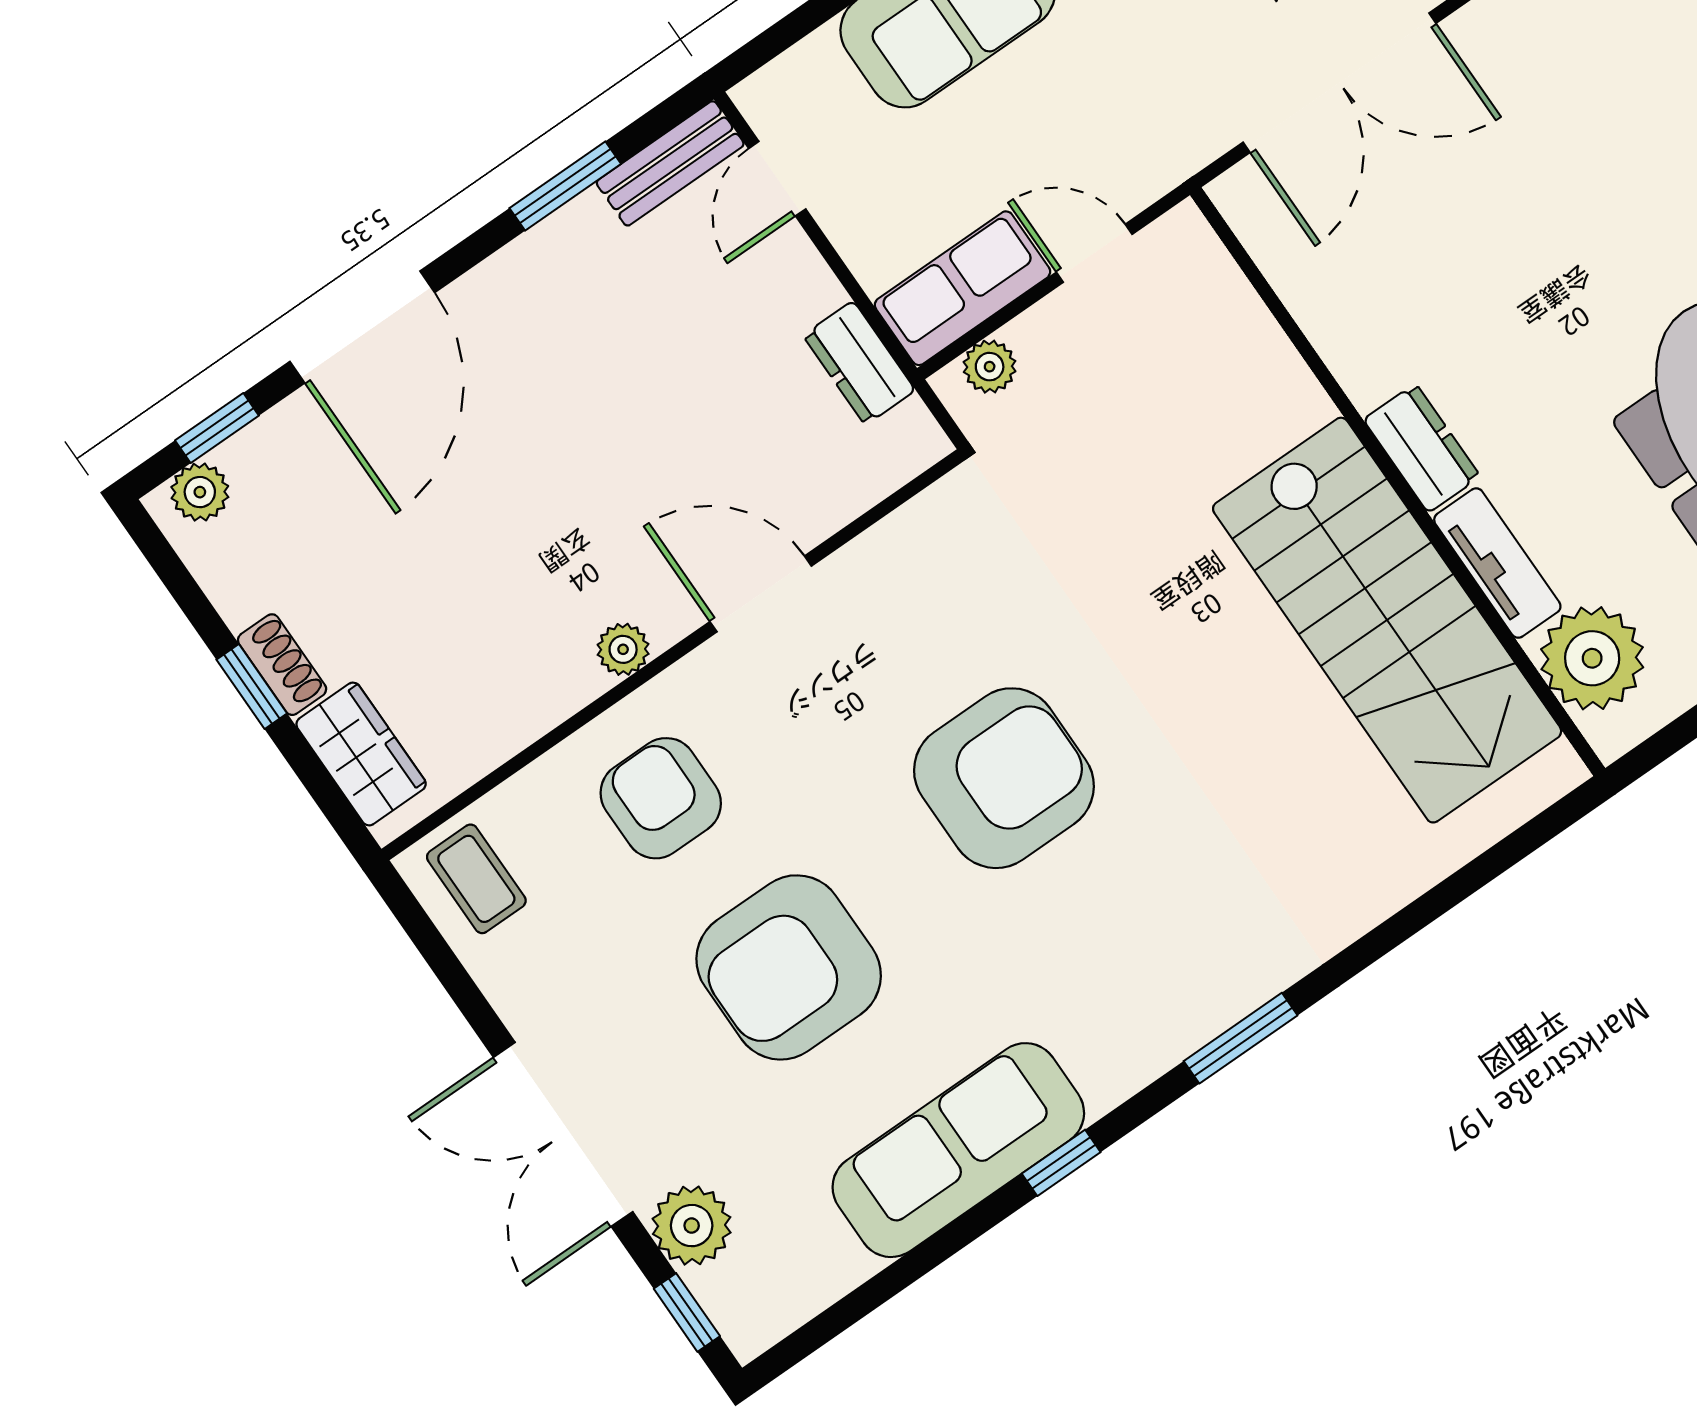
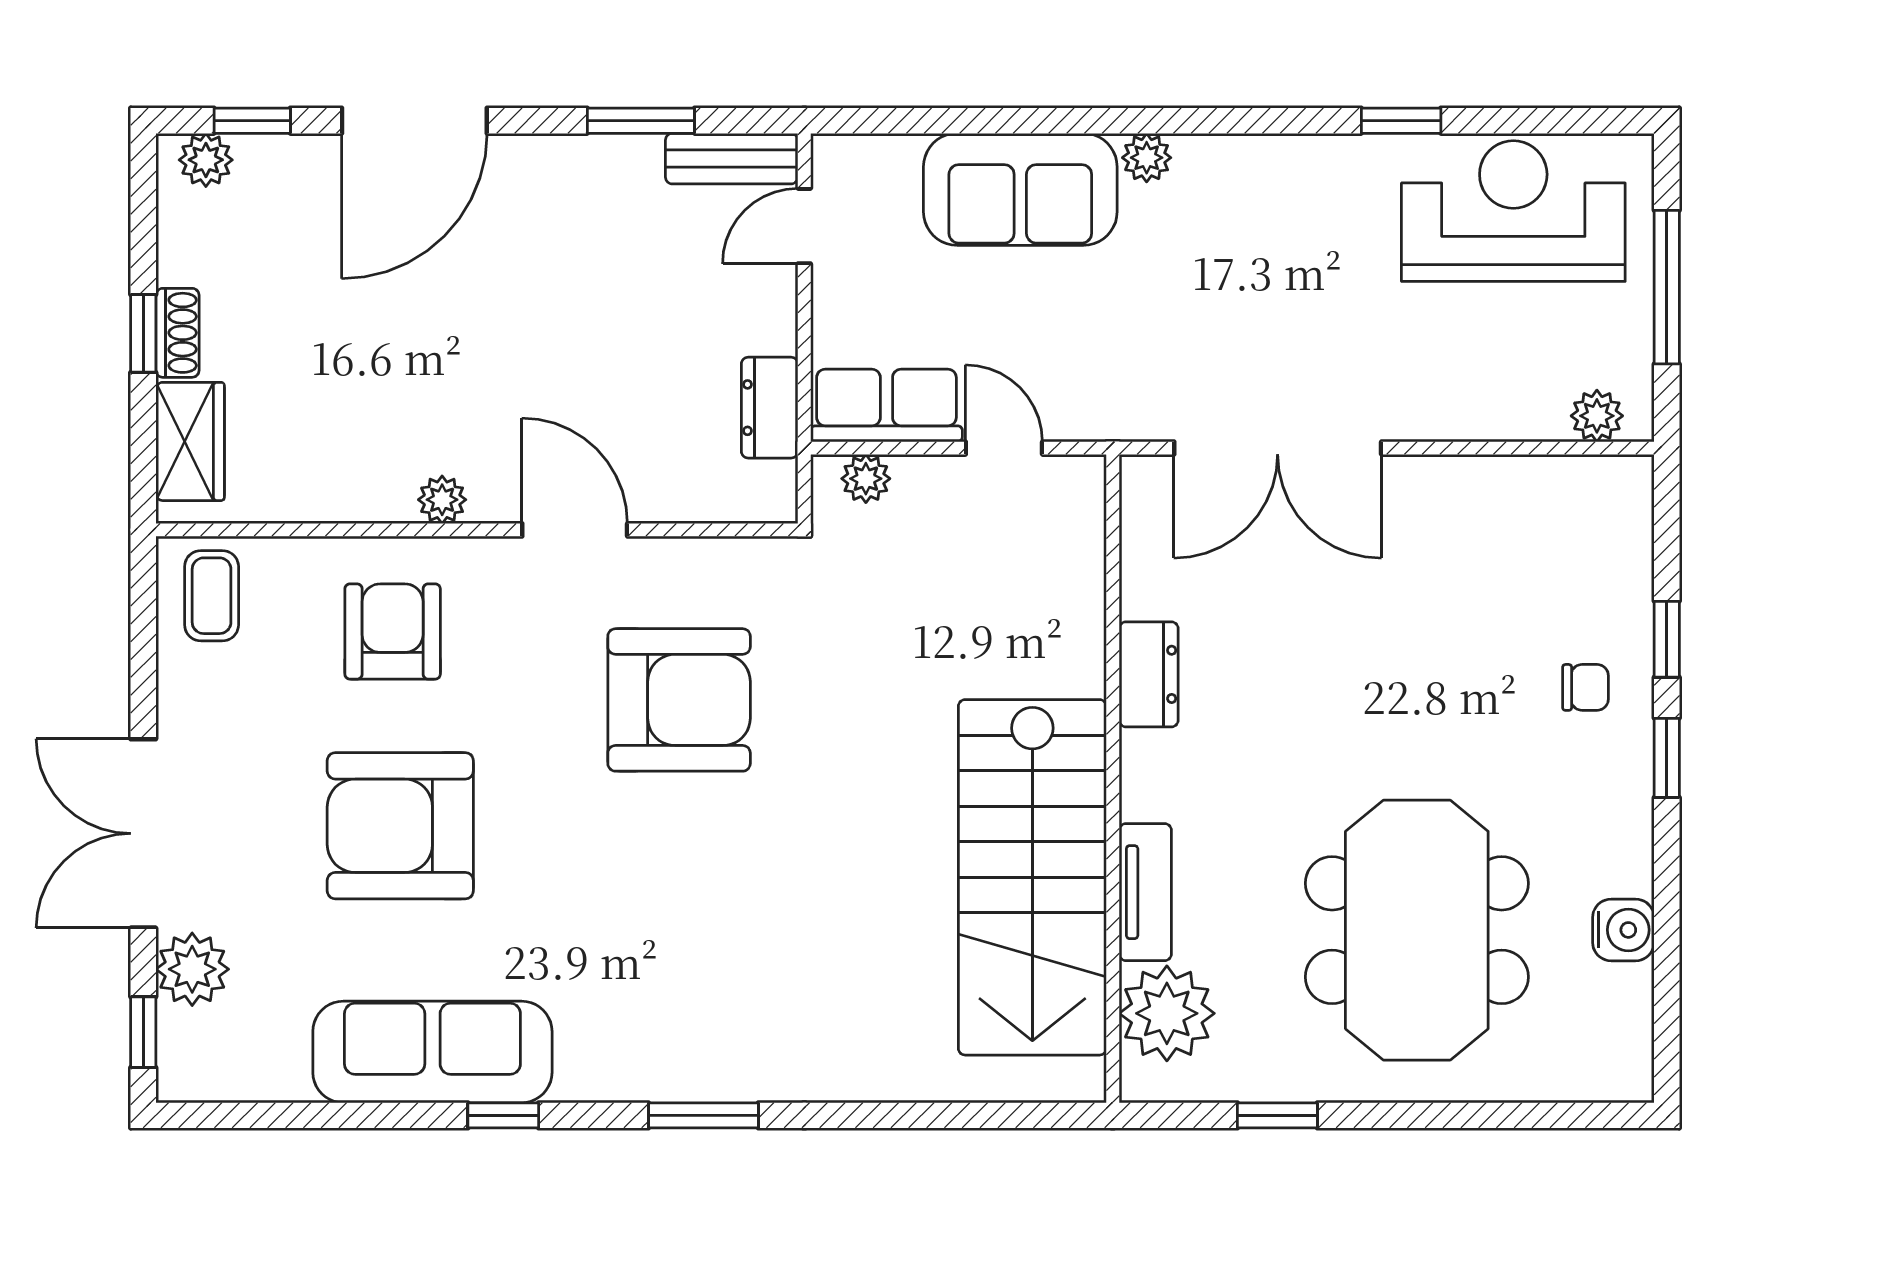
dresser: (1422, 448) -> (1149, 674), moved
armchair: (1004, 778) -> (679, 700), moved

